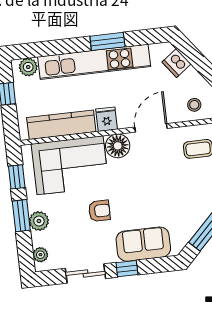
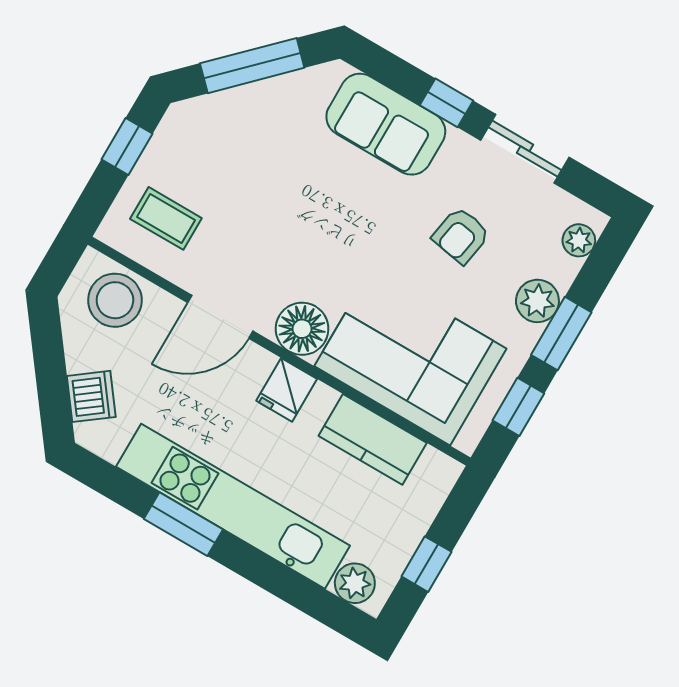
stool: (194, 105) -> (115, 300), width x1.89, depth x1.89
kitchen counter: (61, 125) -> (373, 439), width x0.67
armchair: (99, 211) -> (461, 236), moved, turned -80

